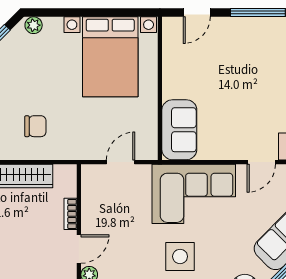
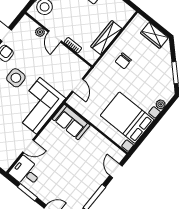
plant: (34, 25) -> (161, 104), moved
door: (261, 162) -> (28, 146), swing flipped

